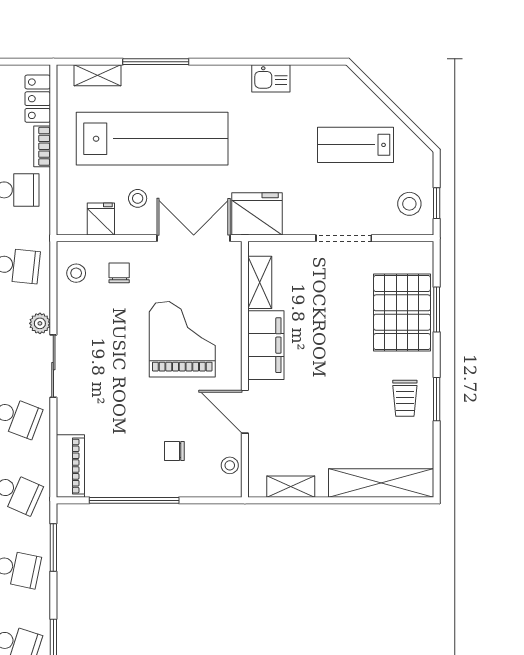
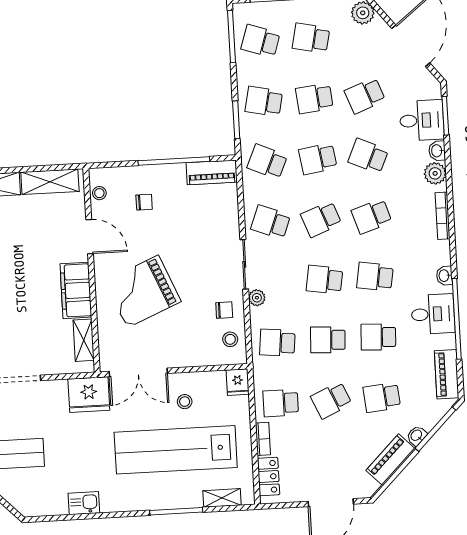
fridge: (101, 219) -> (238, 382), moved
chair: (119, 273) -> (224, 310), moved, turned -90
grand piano: (182, 339) -> (143, 291), turned 67
piano: (70, 466) -> (212, 172), moved, turned -90
shelving: (291, 487) -> (50, 182), width x1.50, depth x1.33

